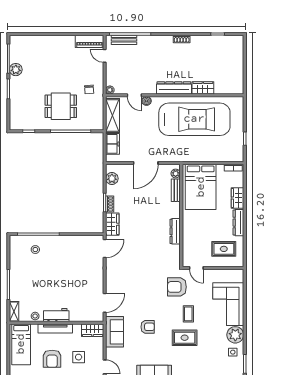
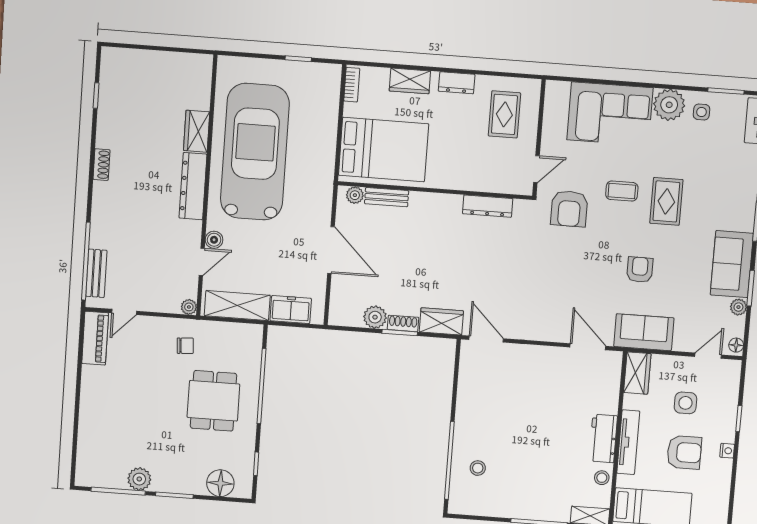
floor lamp: (17, 113) -> (220, 483), added
plant: (112, 179) -> (375, 317), moved
dresser: (238, 223) -> (457, 83), width x0.70
dresser: (175, 231) -> (488, 206), moved

